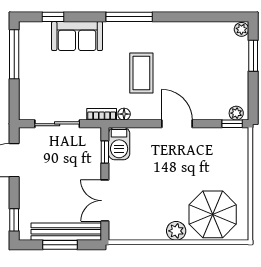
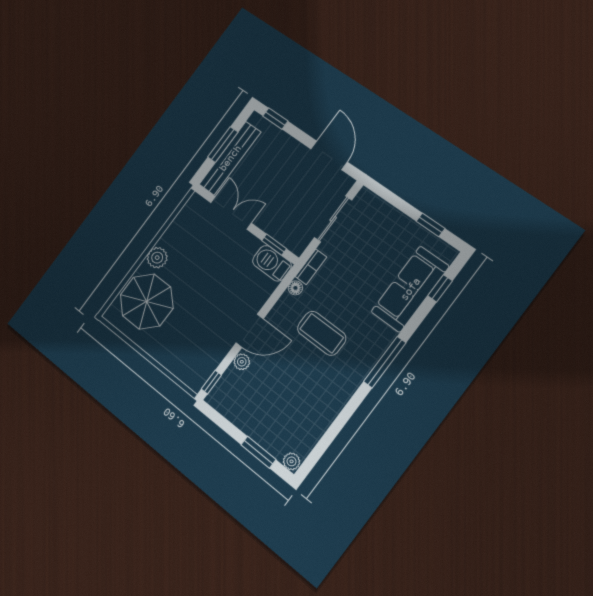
sofa: (77, 36) -> (410, 289), width x1.36
window: (14, 54) -> (431, 225), width x0.46
plant: (236, 113) -> (242, 362), moved

